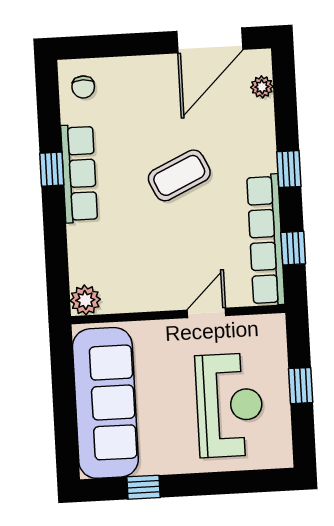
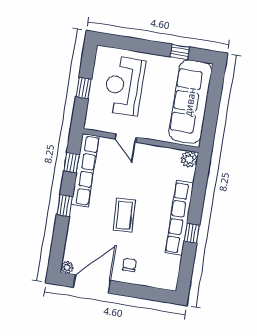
chair: (83, 87) -> (129, 265), moved
plant: (262, 87) -> (67, 267), moved
row of seats: (79, 174) -> (179, 218), width x1.36
coffee table: (179, 175) -> (124, 215), turned -68
door: (207, 313) -> (126, 138), hinge flipped

